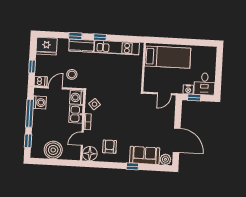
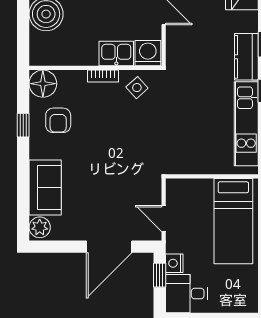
stool: (72, 74) -> (191, 42), removed
door: (82, 139) -> (70, 68), removed
door: (177, 140) -> (109, 247), moved
armchair: (110, 147) -> (58, 120), turned 90
window: (132, 166) -> (23, 125), moved

